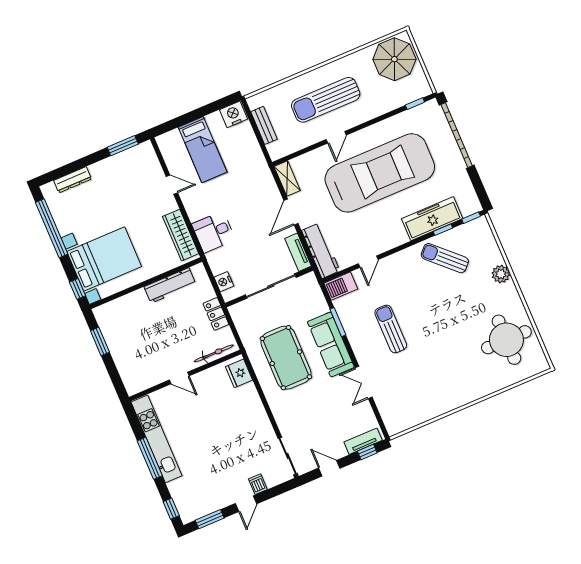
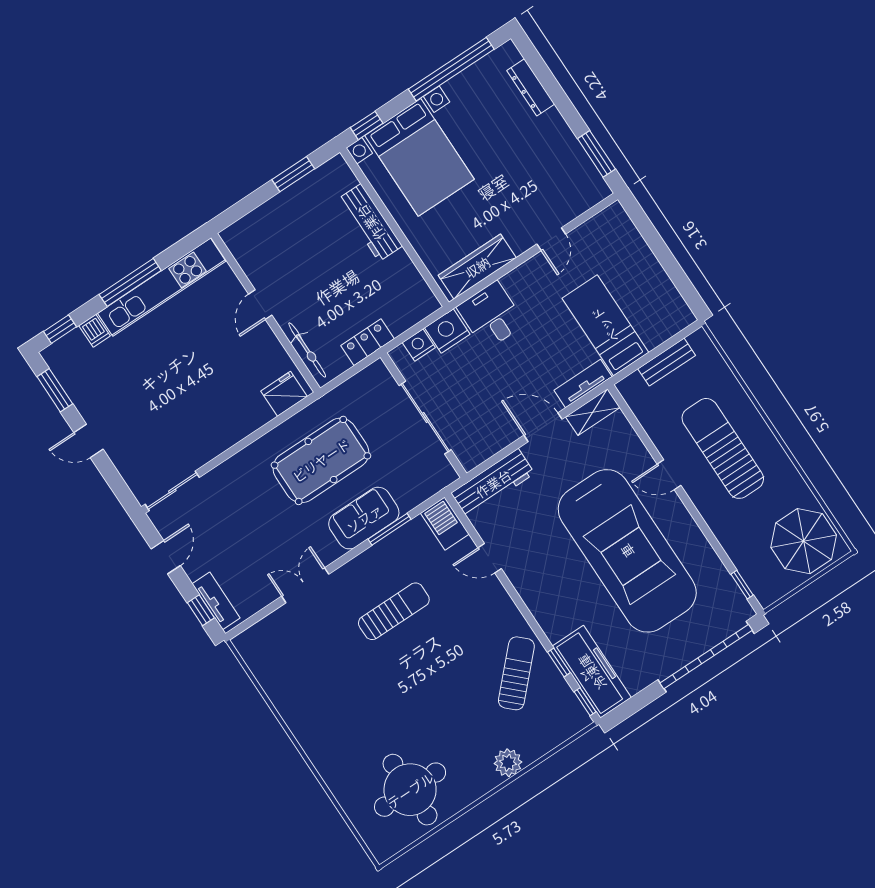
nightstand: (233, 114) -> (447, 331), moved, turned -90
bed: (203, 150) -> (605, 325), moved, turned 90
freezer: (432, 219) -> (592, 672), moved
tv unit: (298, 252) -> (583, 384), moved
workbench: (170, 285) -> (370, 223), moved
sofa: (331, 344) -> (364, 518), width x0.73
dishwasher: (258, 484) -> (94, 331), moved, turned 90

